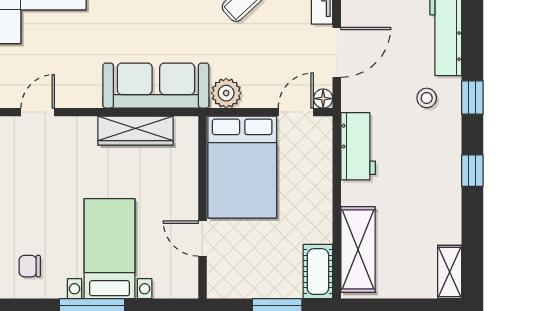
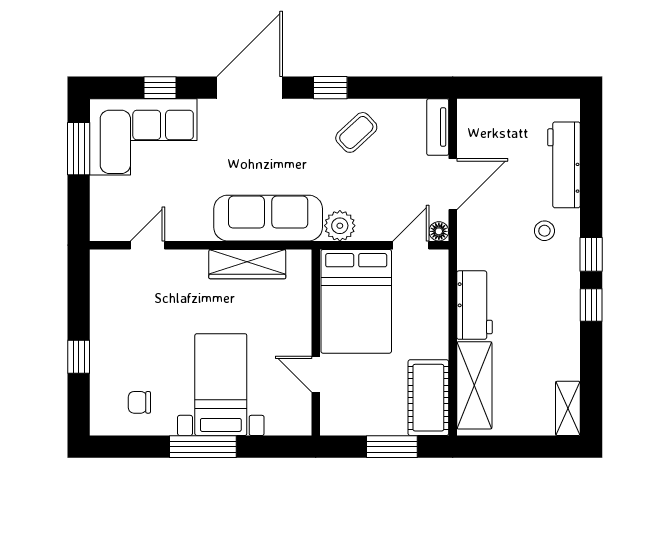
window: (472, 98) -> (591, 254), moved
workbench: (358, 146) -> (475, 305), moved
cot: (318, 272) -> (428, 398), width x1.37, depth x1.34

